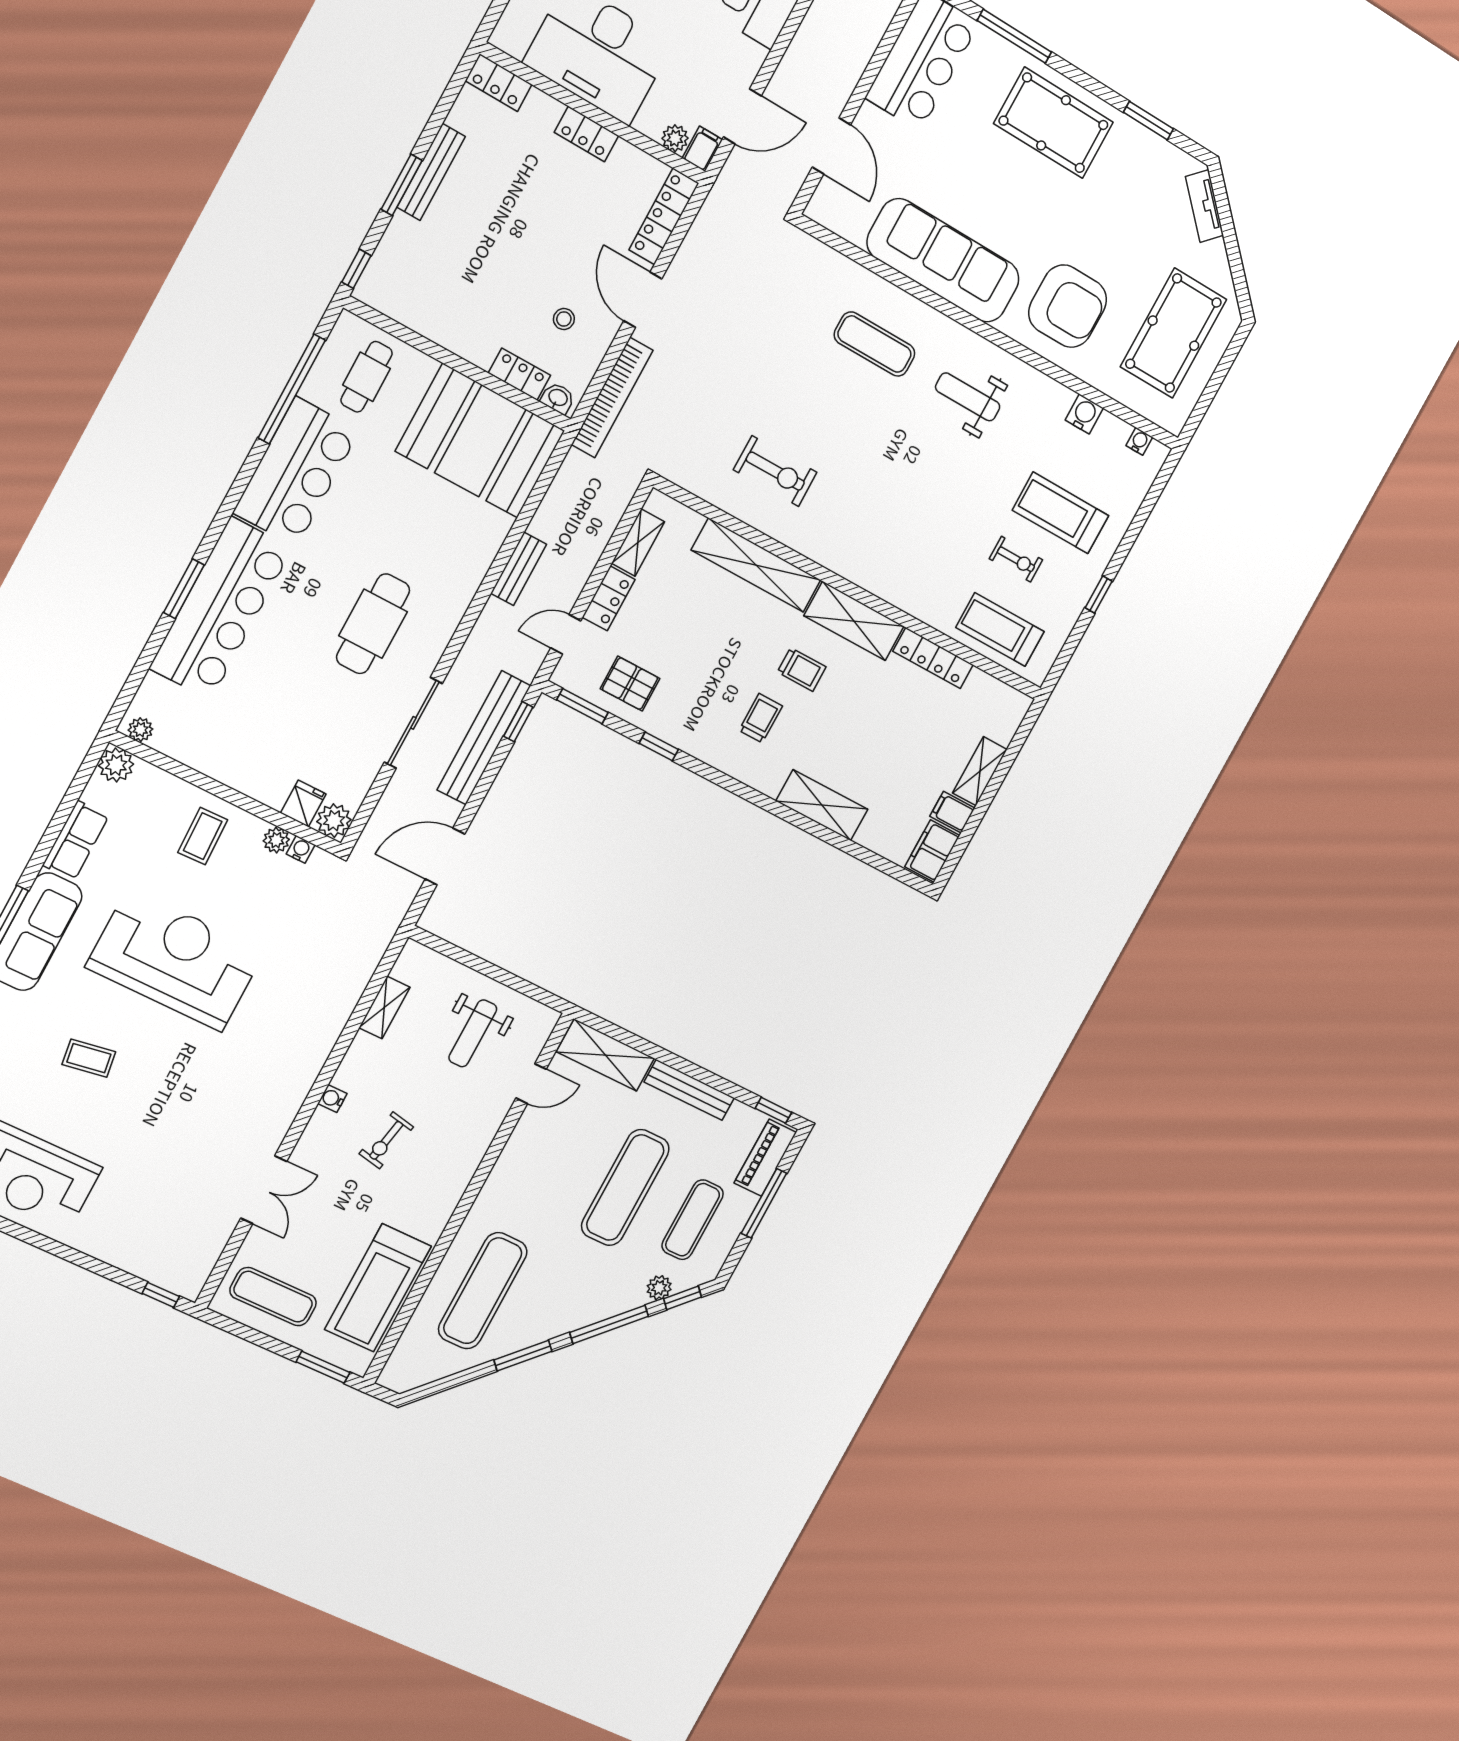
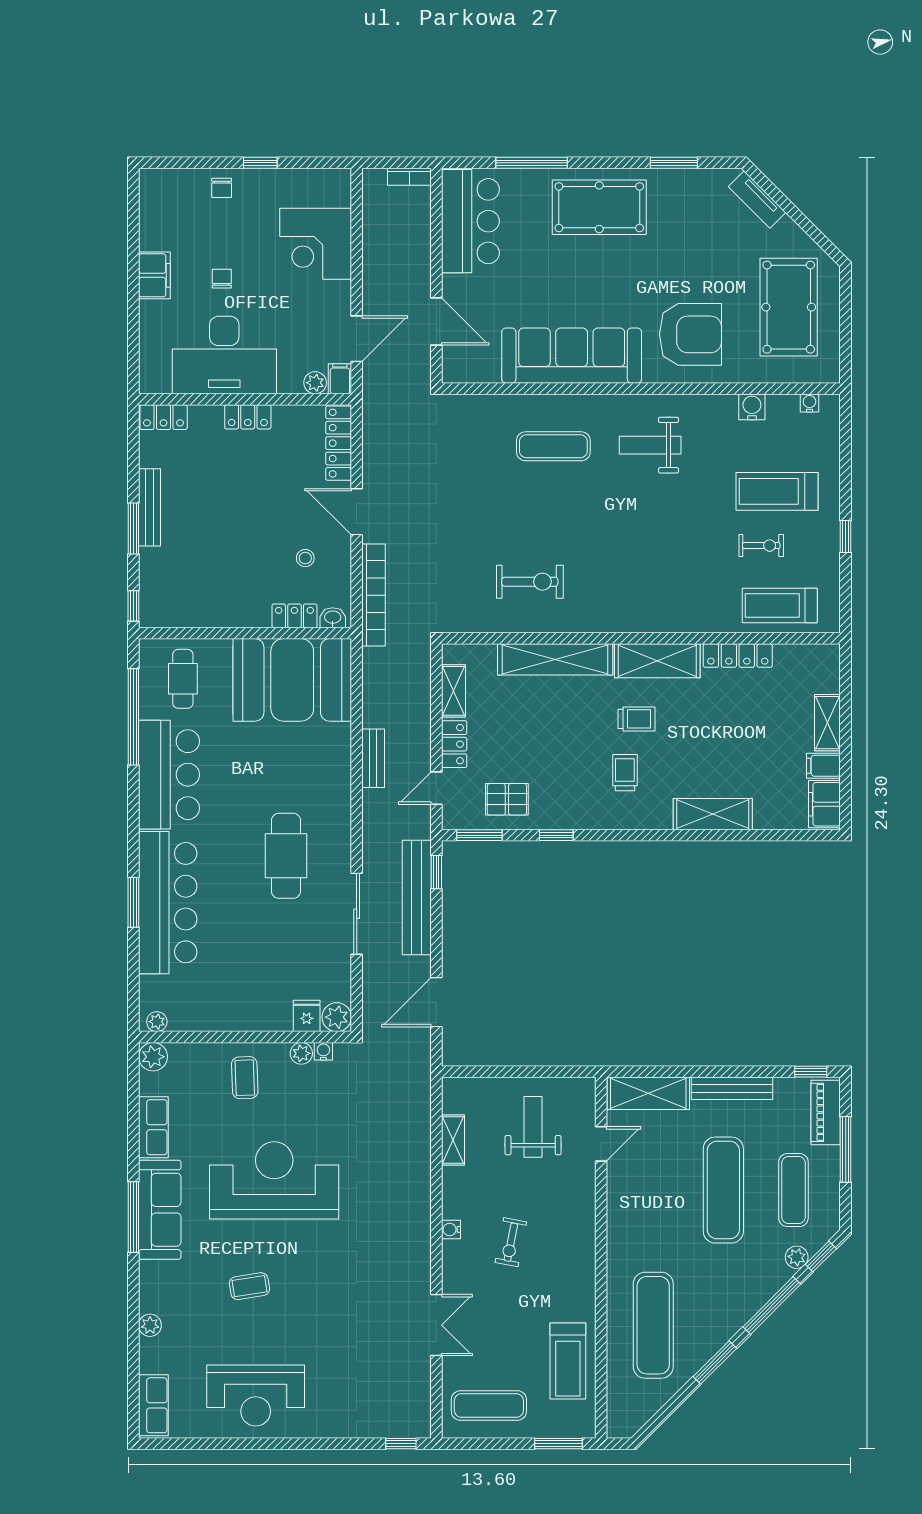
weight bench: (473, 1033) -> (533, 1127), turned 180
treadmill: (378, 1288) -> (568, 1361), width x0.73, depth x0.73

